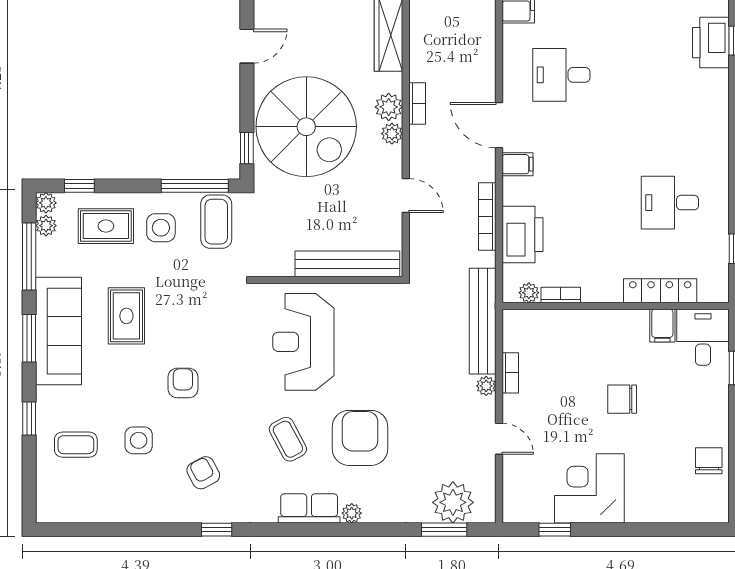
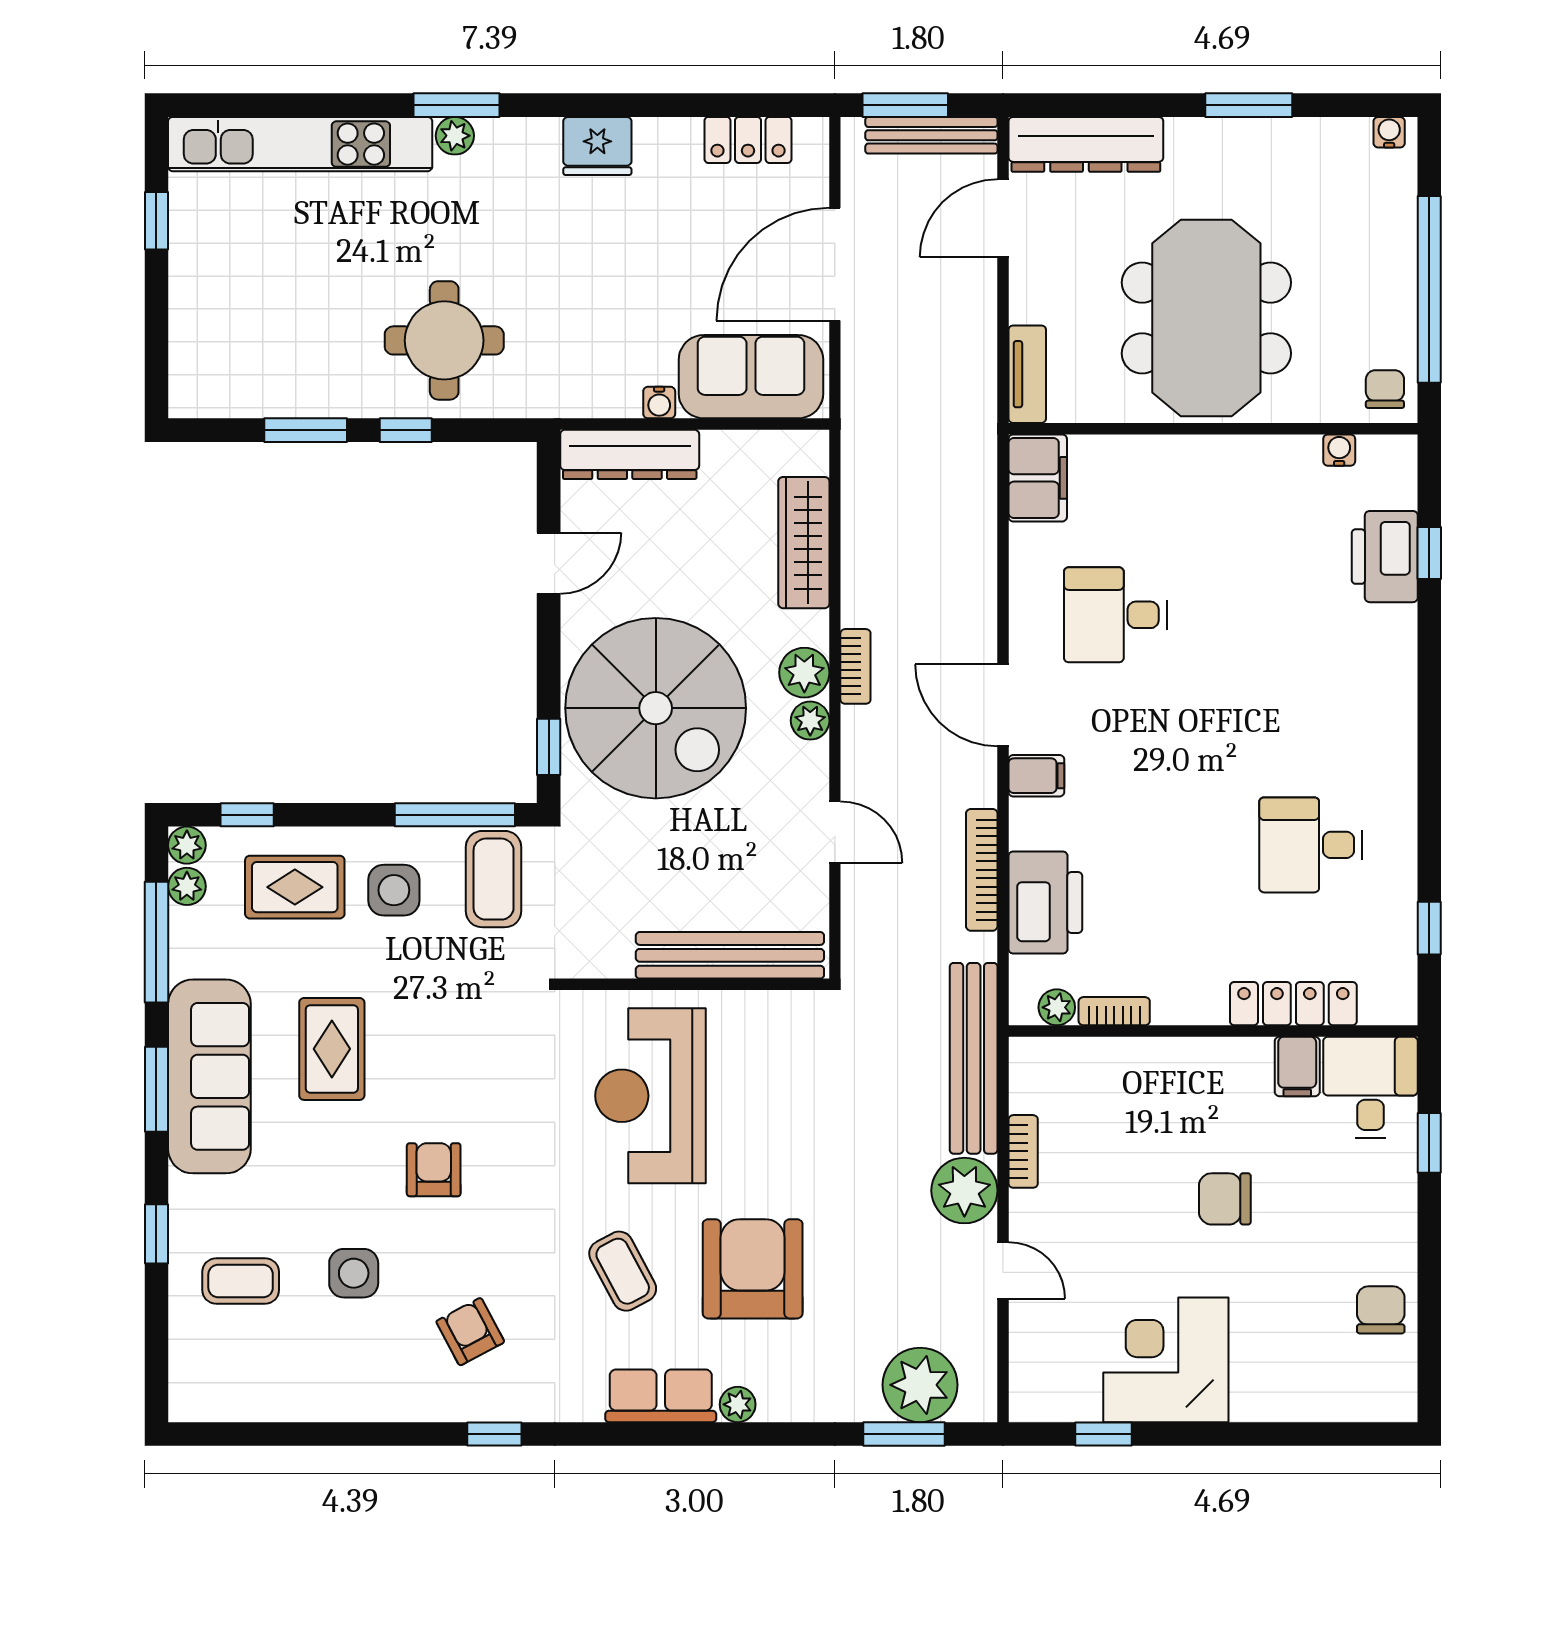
plant: (486, 386) -> (964, 1191), width x1.87, depth x1.87

